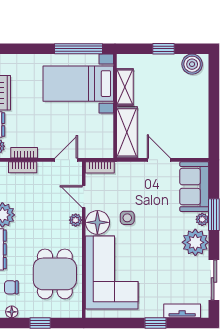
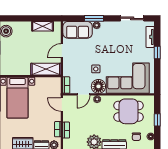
shelving: (125, 87) -> (43, 26), moved
plant: (195, 242) -> (110, 29), removed

